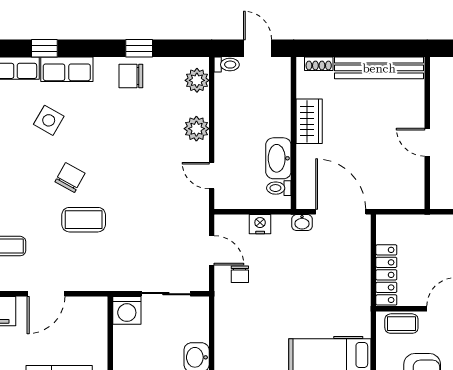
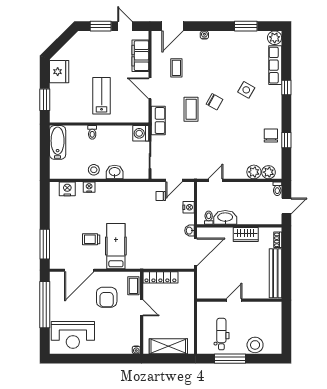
row of seats: (67, 69) -> (158, 121), moved, turned 180
plant: (196, 129) -> (254, 172), moved

